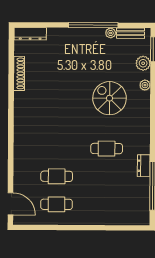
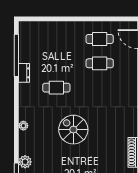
plant: (145, 85) -> (23, 126), moved
spiral stairs: (109, 98) -> (73, 130), moved, turned 180

